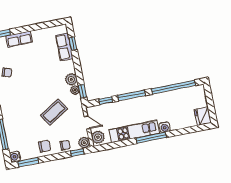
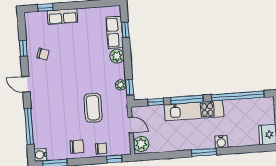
plant: (71, 79) -> (117, 56), moved
coffee table: (54, 112) -> (93, 108), turned -58
kitchen unit: (134, 131) -> (194, 111), moved, turned 180
window: (151, 138) -> (204, 152), width x0.69
plant: (84, 143) -> (124, 148), removed

